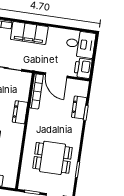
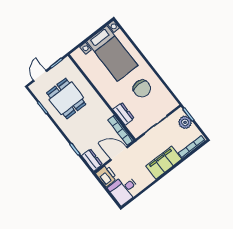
dresser: (79, 107) -> (92, 160), moved
dresser: (20, 112) -> (123, 114), moved
dining table: (53, 158) -> (66, 98), turned 90

